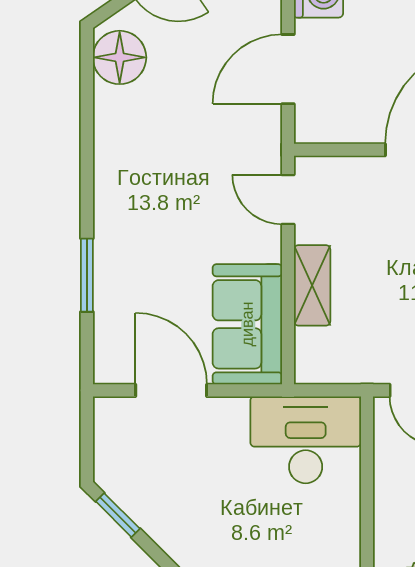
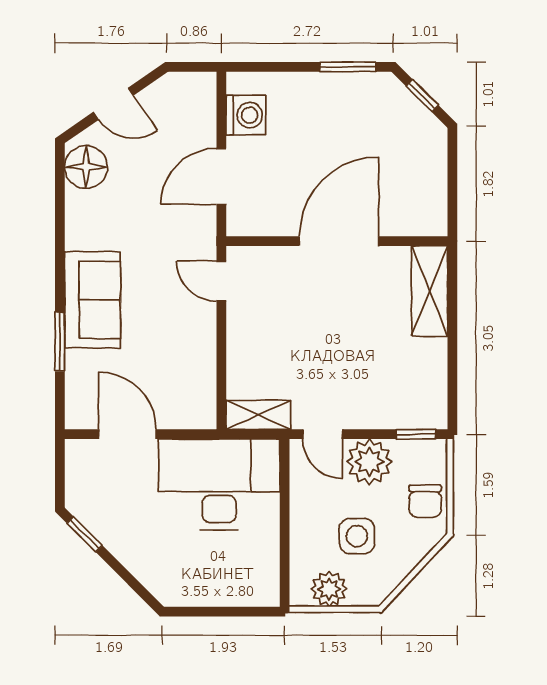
shelving: (312, 285) -> (258, 415), moved, turned 90
sofa: (247, 324) -> (92, 300), moved, turned 180
desk: (306, 440) -> (219, 484), width x1.36, depth x1.30

